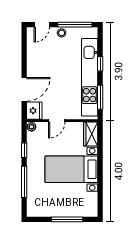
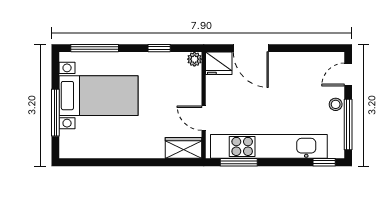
door: (42, 25) -> (348, 75), hinge flipped
window: (100, 64) -> (324, 162), moved
door: (57, 121) -> (204, 118), moved
bed with nightstands: (71, 169) -> (99, 96), moved, turned 90
window: (24, 182) -> (95, 48), moved

